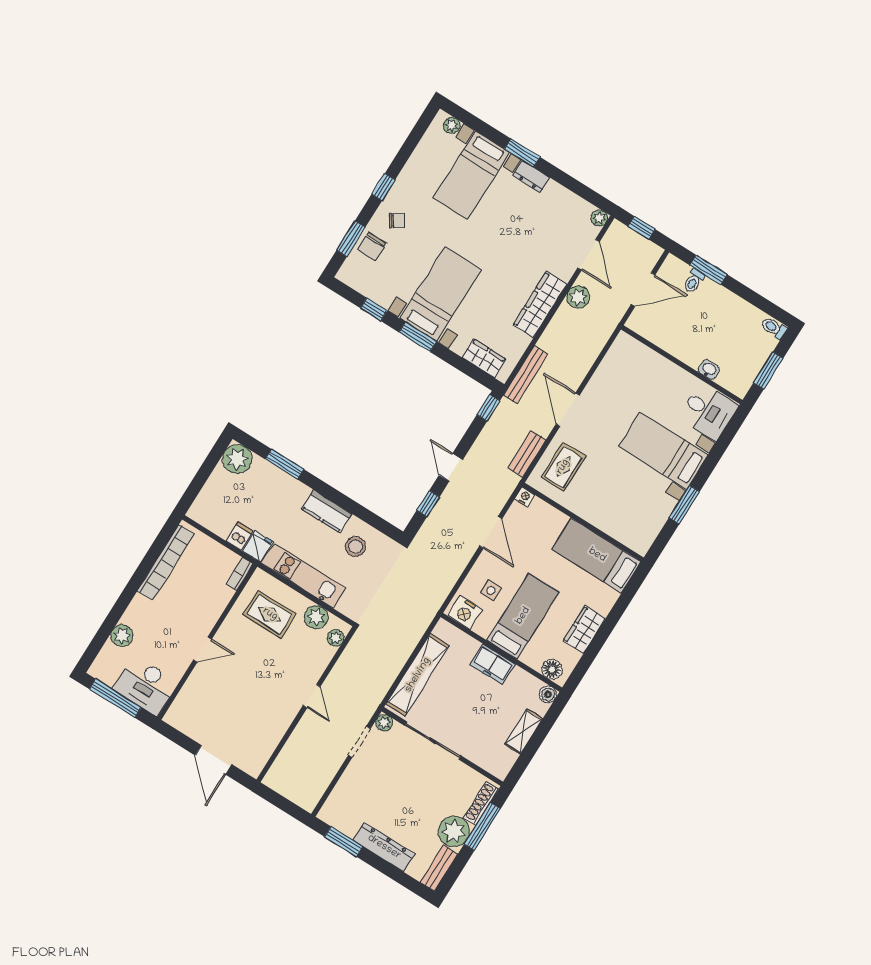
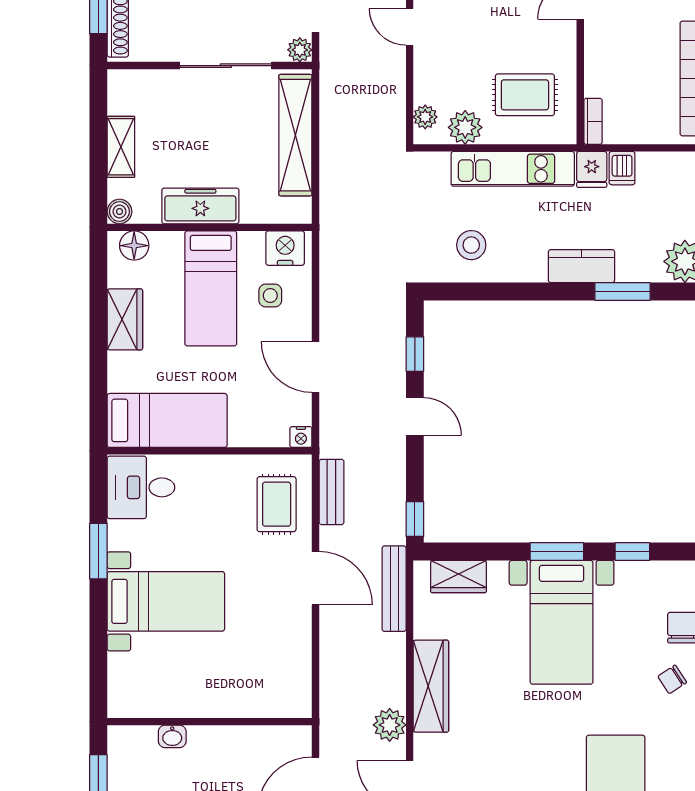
desk: (708, 411) -> (141, 487), moved
kitchen counter: (327, 511) -> (581, 266), moved
freezer: (492, 664) -> (200, 206), width x1.40

